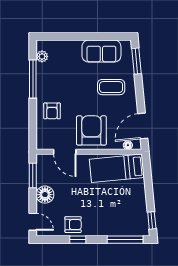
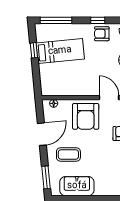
door: (143, 126) -> (42, 134), moved
bed: (117, 168) -> (60, 51), moved
window: (152, 220) -> (34, 50), moved

